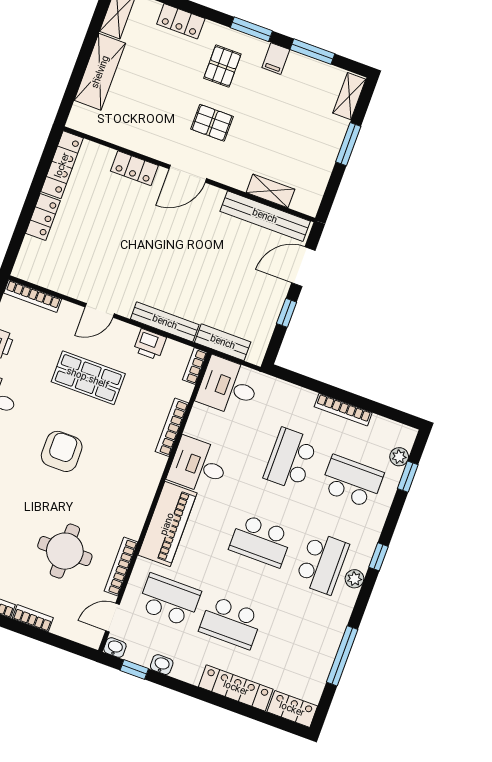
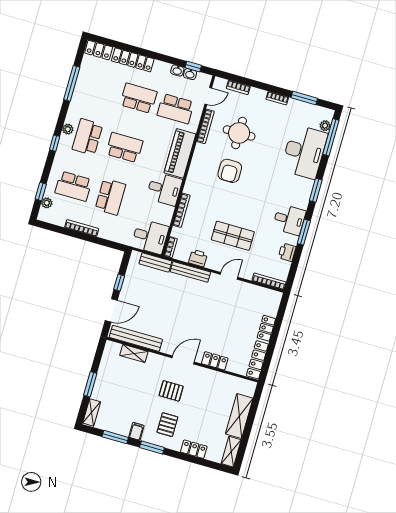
armchair: (62, 451) -> (230, 171), moved
bookcase: (33, 618) -> (238, 87), moved
washbasin: (115, 648) -> (190, 74), moved

